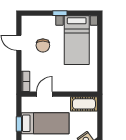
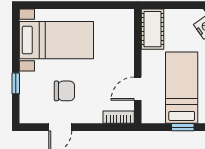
window: (60, 13) -> (16, 83), moved
door: (44, 94) -> (138, 89), hinge flipped

